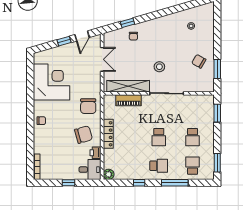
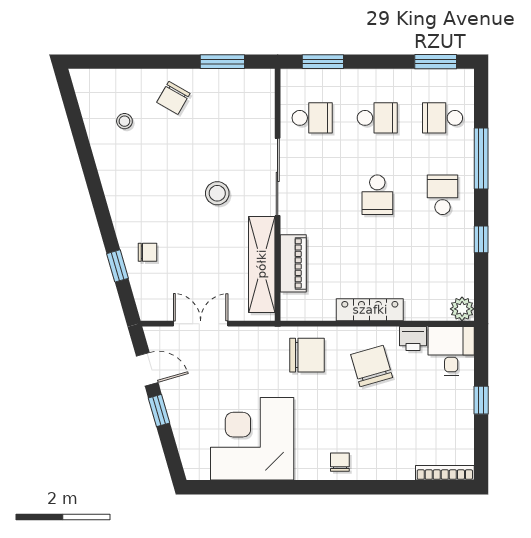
chair: (199, 61) -> (173, 98), moved
school desk: (193, 108) -> (312, 118), added
school desk: (159, 137) -> (377, 195), turned 90

